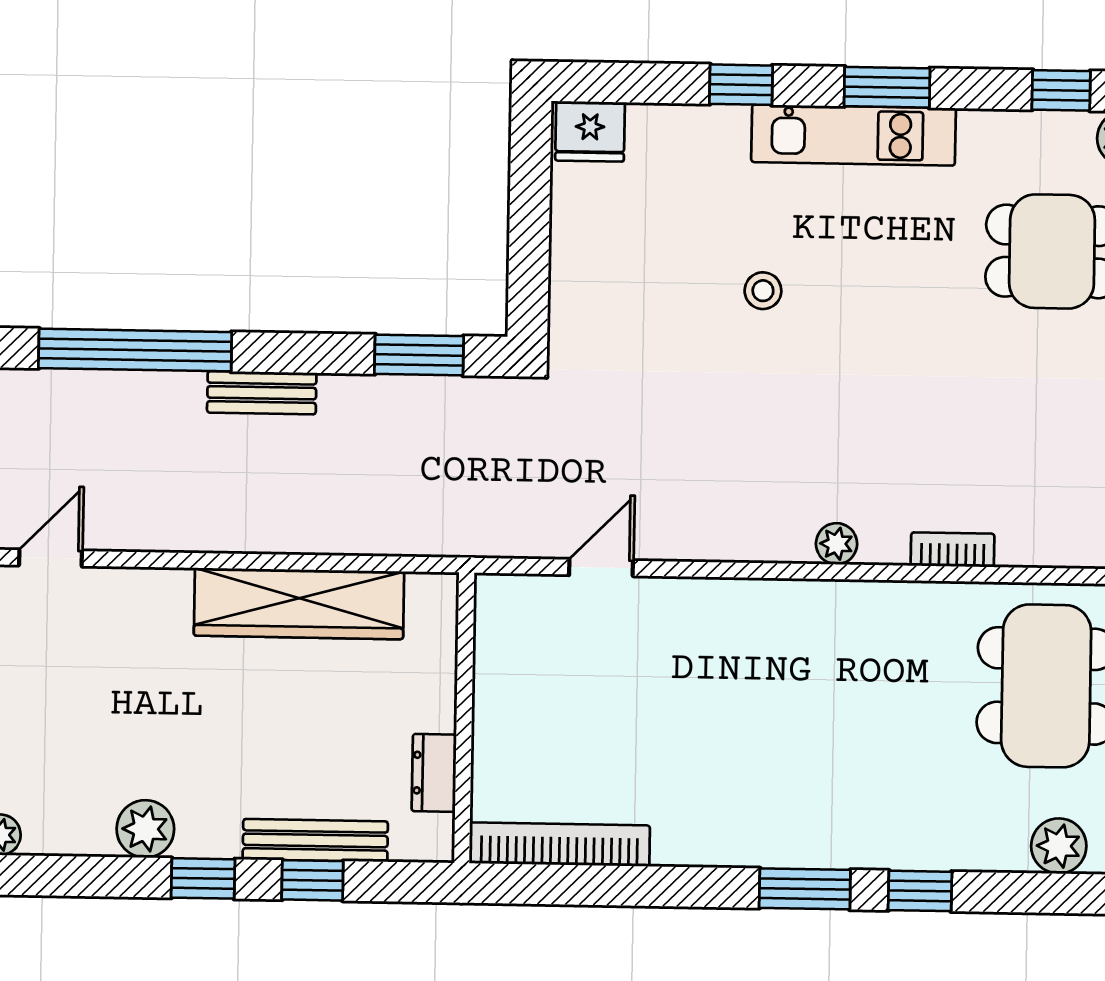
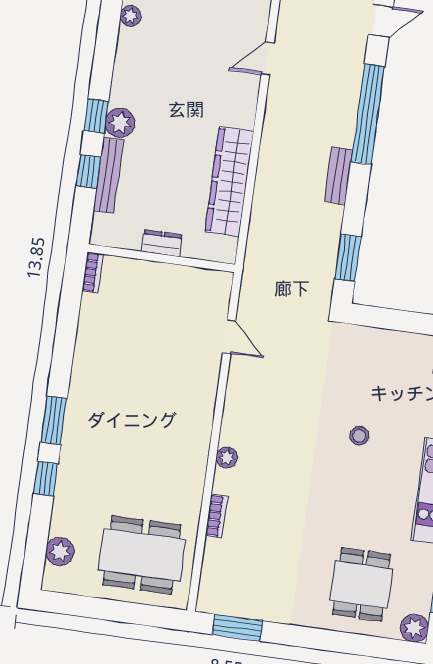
door: (50, 558) -> (268, 58), swing flipped
dresser: (434, 773) -> (162, 243), moved
plant: (145, 829) -> (120, 123), moved
bookcase: (559, 844) -> (92, 272), width x0.43, depth x0.76

